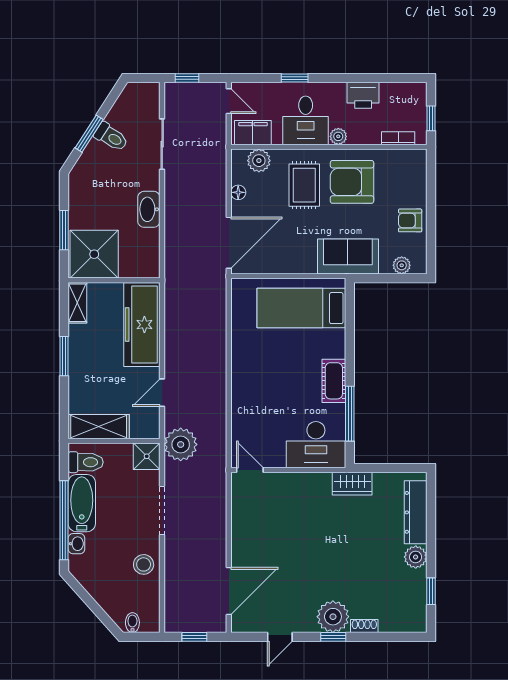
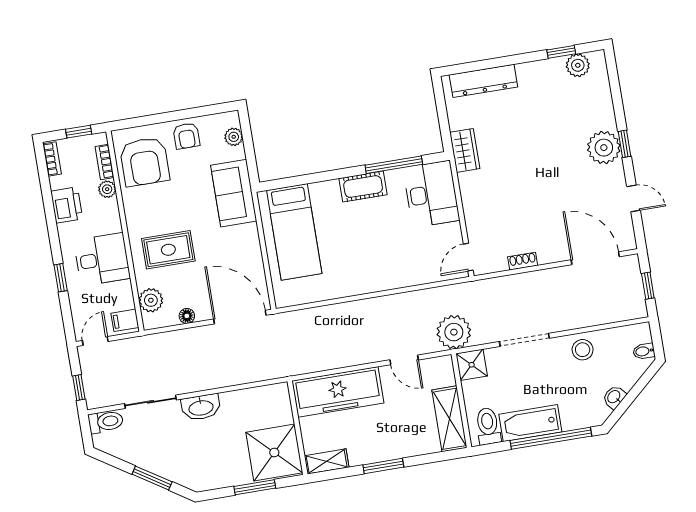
bookcase: (409, 89) -> (52, 159), added
filing cabinet: (253, 133) -> (125, 320), width x0.50
plant: (338, 136) -> (107, 189), moved
toilet: (111, 137) -> (106, 422), moved, turned 57
armchair: (352, 182) -> (145, 162), moved
washbasin: (149, 209) -> (201, 407), moved
washbasin: (76, 544) -> (614, 397), moved, turned -42
plant: (416, 557) -> (578, 65), moved
shoe rack: (364, 626) -> (523, 261), moved, turned 90

